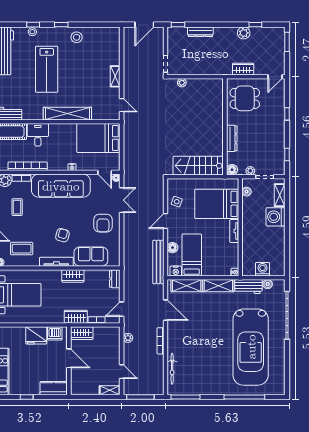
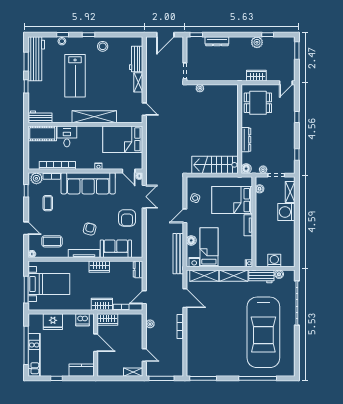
workbench: (113, 51) -> (136, 59), added
fridge: (36, 335) -> (53, 322), moved
bicycle: (172, 369) -> (191, 352), removed

